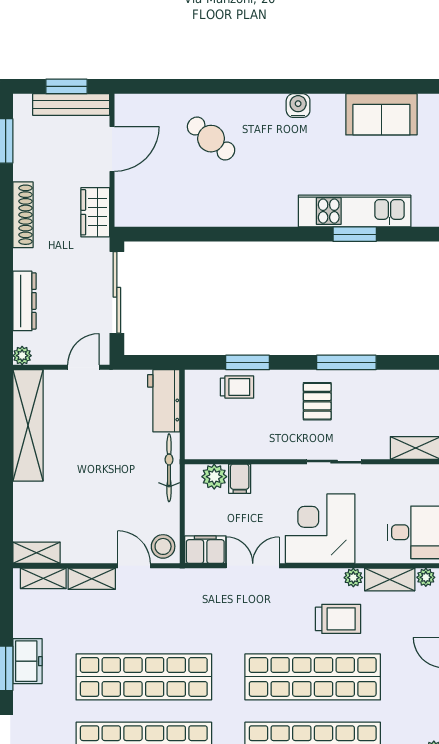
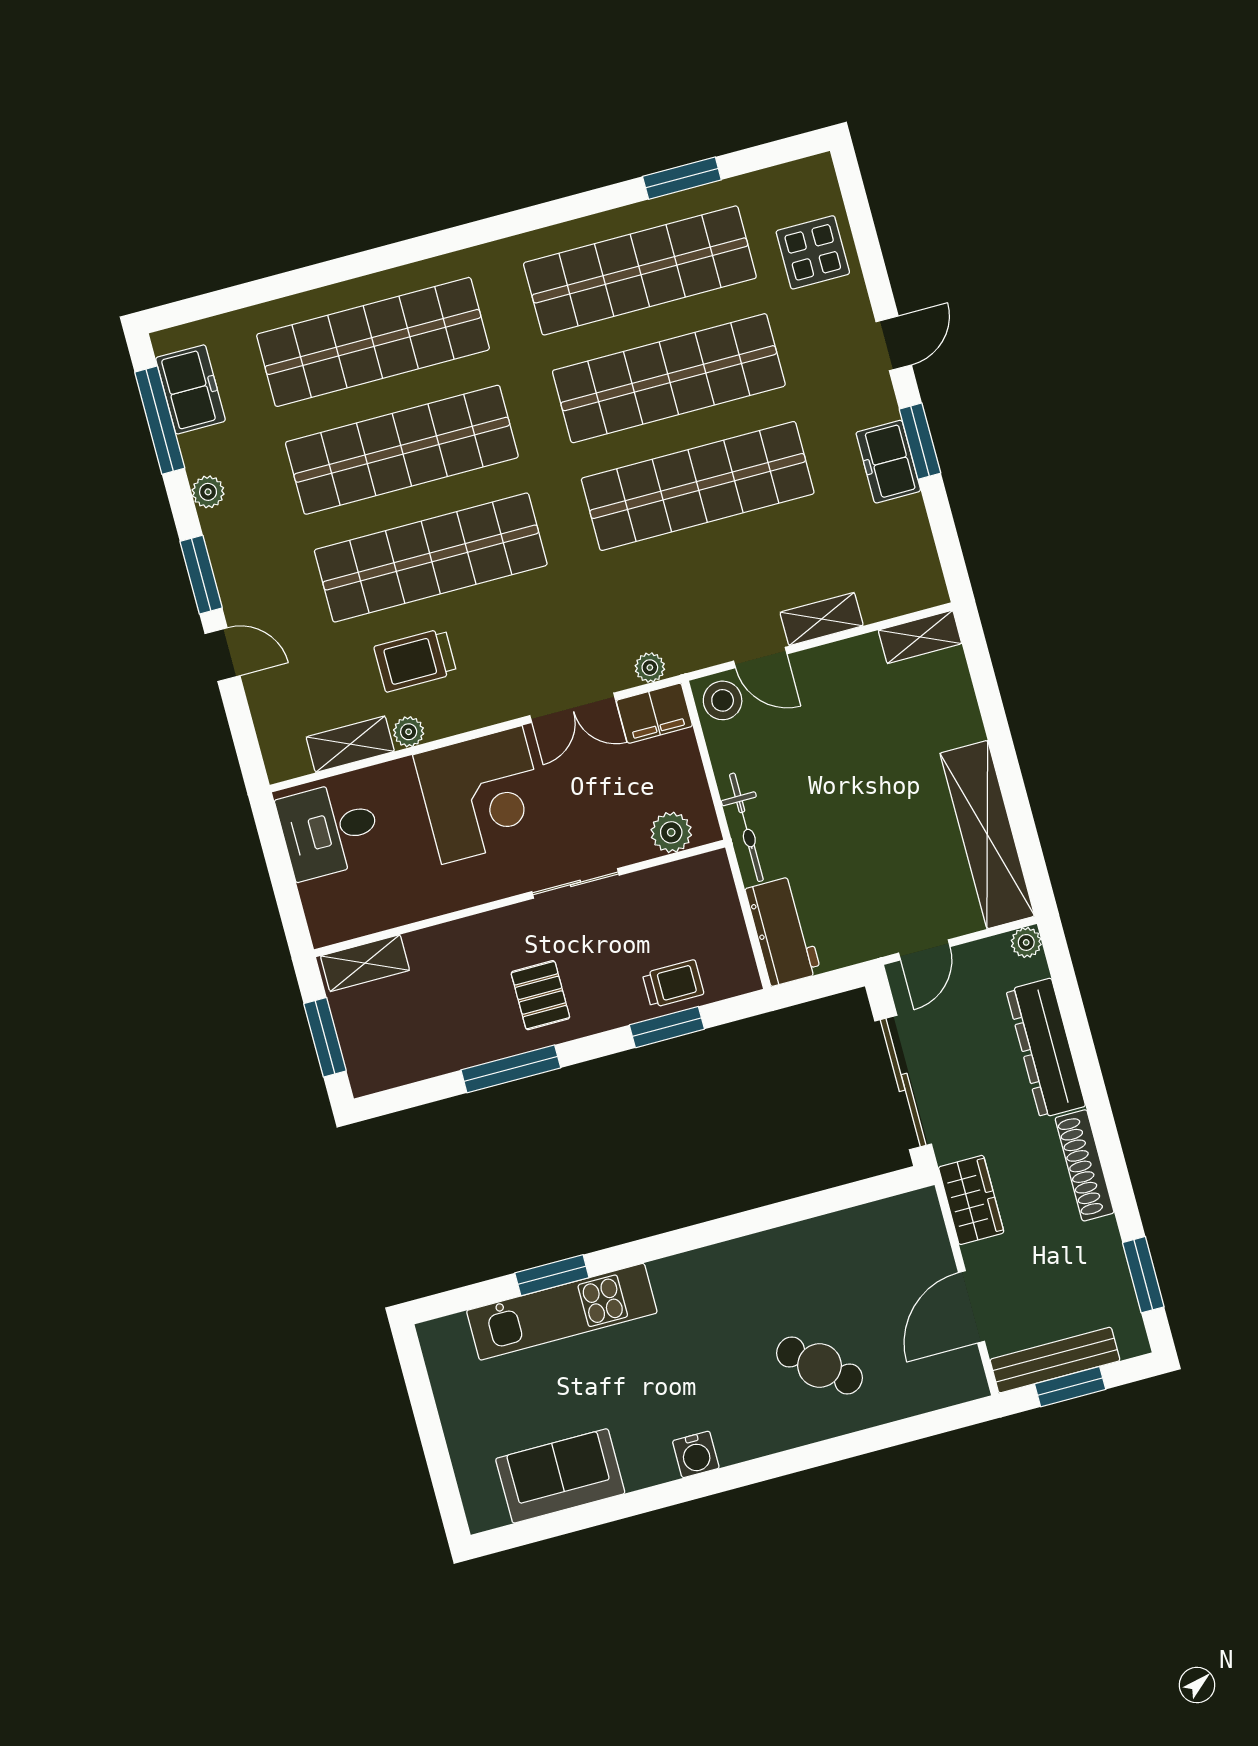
dresser: (24, 301) -> (1046, 1048), width x1.37, depth x1.24
trolley: (237, 387) -> (673, 984), turned 180
sliding door: (334, 462) -> (575, 883), moved
filing cabinet: (240, 479) -> (630, 840), removed
plant: (426, 577) -> (650, 668), moved
shelving: (43, 578) -> (898, 599), removed

